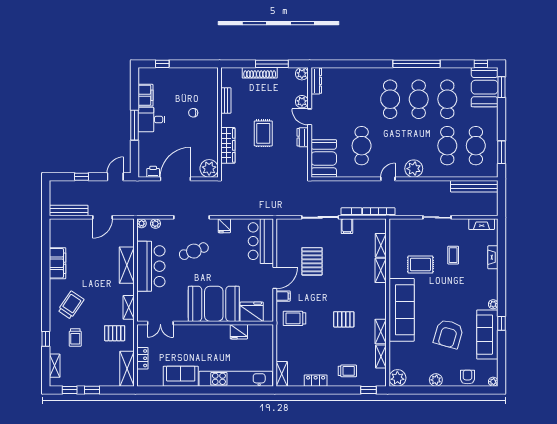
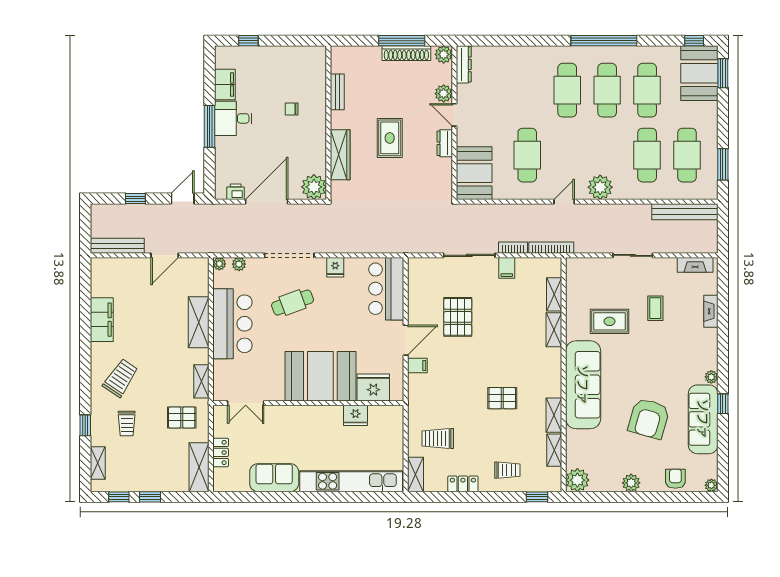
shoe rack: (260, 73) -> (406, 53), moved
trolley: (295, 318) -> (438, 438), moved

